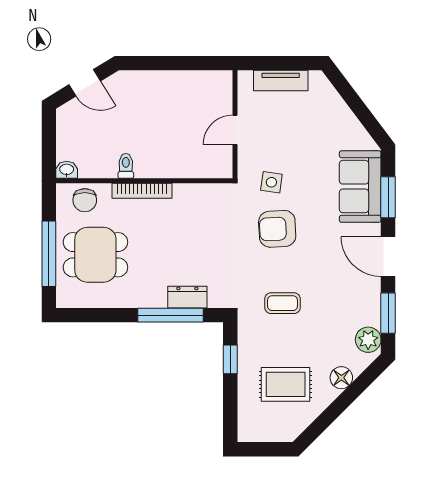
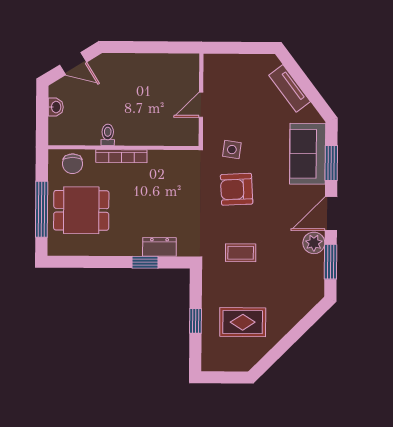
tv unit: (281, 81) -> (290, 88), moved, turned 53
washbasin: (67, 170) -> (56, 107), moved, turned 90
door: (388, 257) -> (331, 214), hinge flipped
window: (171, 315) -> (145, 262), width x0.46
plant: (368, 340) -> (314, 243), moved
window: (230, 359) -> (196, 321), moved
floor lamp: (341, 378) -> (290, 317), removed

